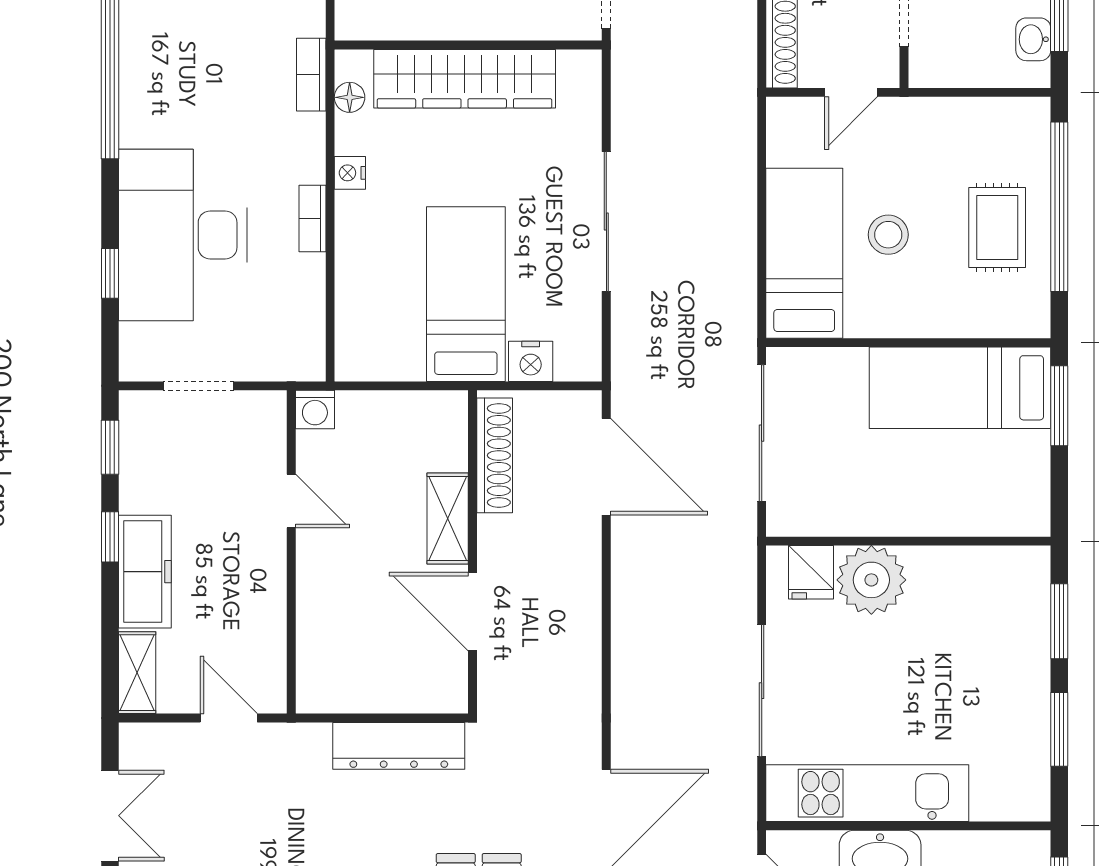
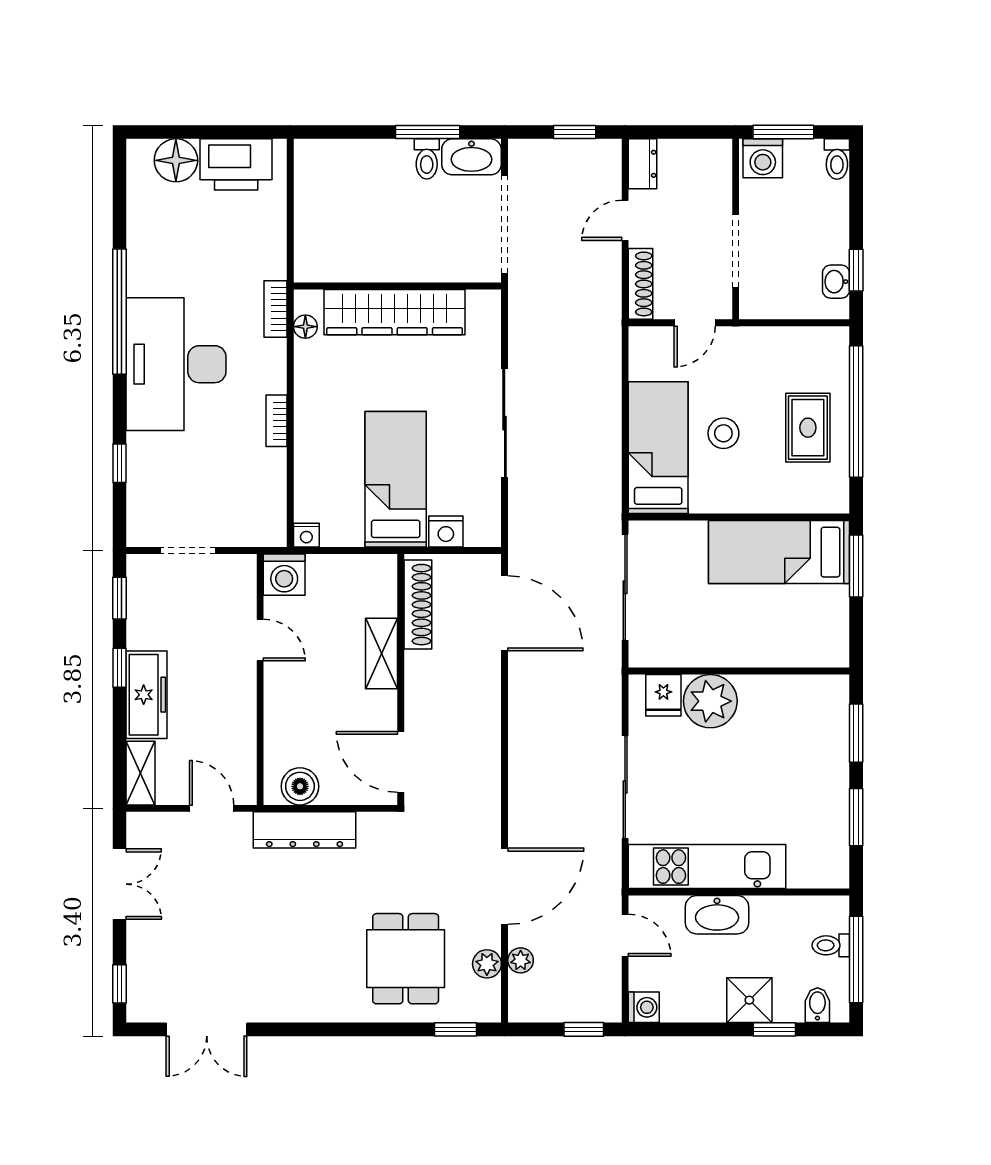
nightstand: (350, 173) -> (306, 535), moved, turned -90
desk: (183, 235) -> (176, 364), moved
washing machine: (315, 409) -> (284, 575), width x1.38, depth x1.38
door: (472, 611) -> (401, 762), moved
boiler: (343, 690) -> (300, 786), added
dresser: (399, 746) -> (305, 830), moved

